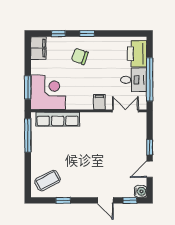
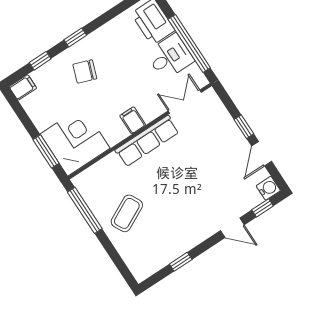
filing cabinet: (38, 48) -> (23, 88), width x0.50
filing cabinet: (99, 102) -> (133, 120), moved
row of seats: (58, 119) -> (147, 141), moved
coffee table: (47, 181) -> (127, 213), moved

